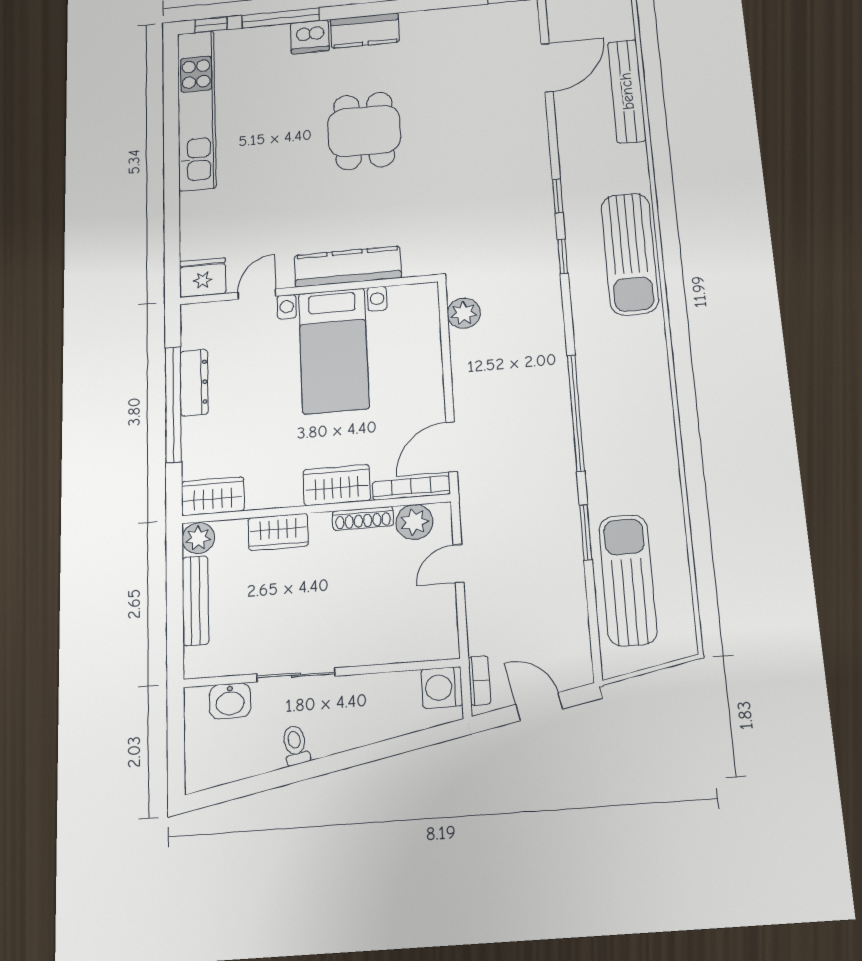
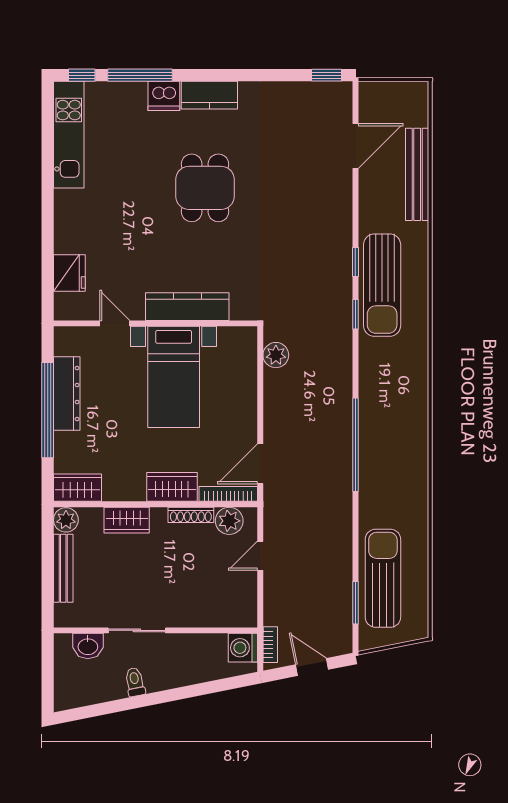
kitchen unit: (197, 110) -> (69, 135), width x0.73
sun lounger: (630, 254) -> (382, 285), moved
fridge: (203, 277) -> (69, 273), moved, turned 90
door: (257, 294) -> (115, 323), hinge flipped
dresser: (194, 383) -> (67, 394), width x1.37, depth x1.24
window: (586, 532) -> (355, 603), moved

